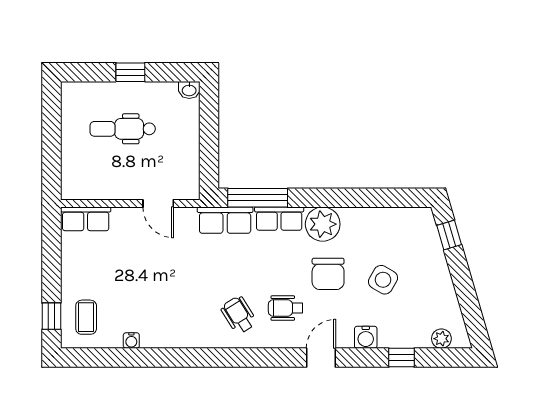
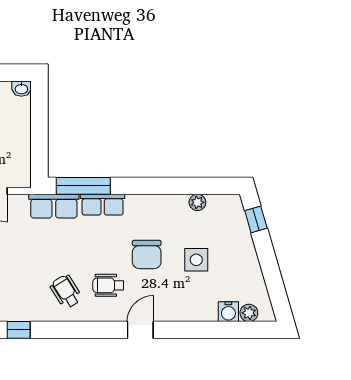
plant: (323, 224) -> (197, 202), moved, width x0.53, depth x0.53
side table: (383, 280) -> (196, 260), turned -30
water cooler: (366, 337) -> (228, 312), moved
window: (401, 358) -> (19, 330), moved

